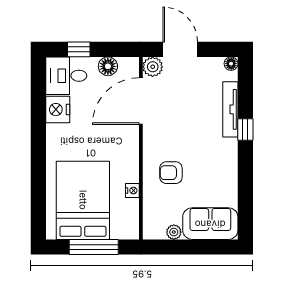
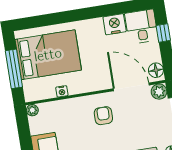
floor lamp: (108, 66) -> (156, 70), moved
armchair: (171, 173) -> (103, 116), moved
plant: (174, 232) -> (32, 110), moved

